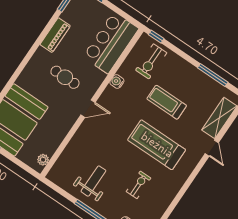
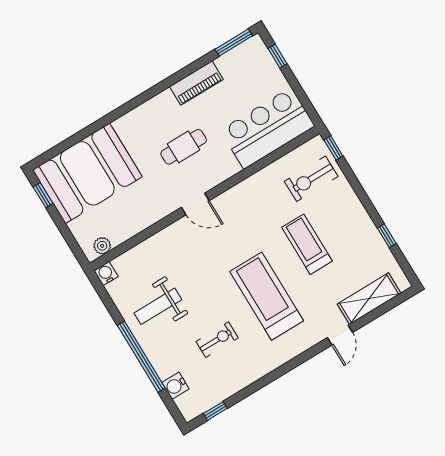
window: (213, 75) -> (387, 236), width x0.46
cafe table: (65, 77) -> (184, 147), turned 90
water cooler: (117, 82) -> (106, 274), moved
weight bench: (93, 181) -> (158, 306), turned 180

